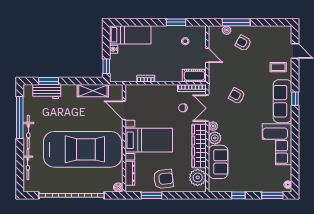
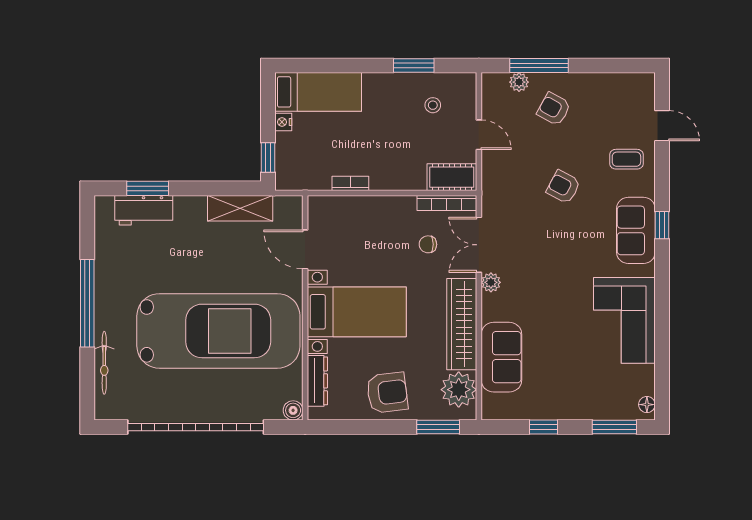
armchair: (237, 96) -> (563, 187), moved
sofa: (283, 101) -> (636, 230), width x0.73
window: (20, 118) -> (87, 303), moved
bicycle: (28, 132) -> (105, 295), removed
plant: (215, 138) -> (494, 307), removed
window: (152, 195) -> (438, 427), moved

